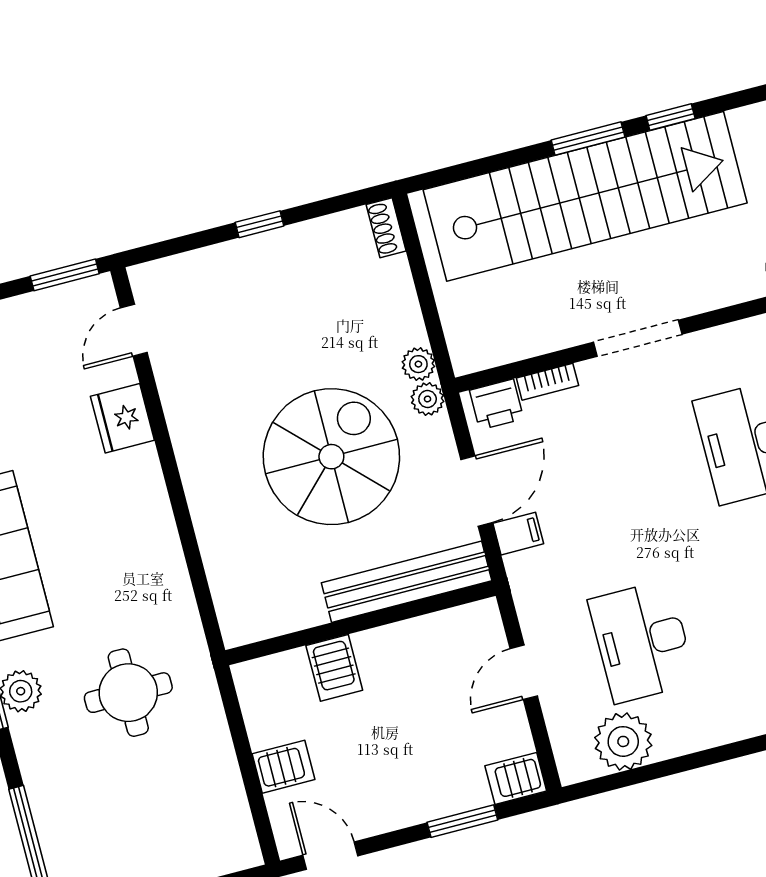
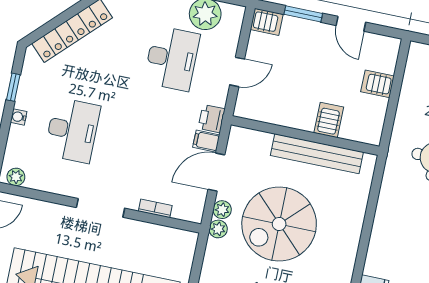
plant: (418, 364) -> (222, 210), moved
printer: (497, 404) -> (212, 119), moved, turned -90
bench: (407, 582) -> (317, 154), moved
door: (330, 856) -> (351, 24), moved

